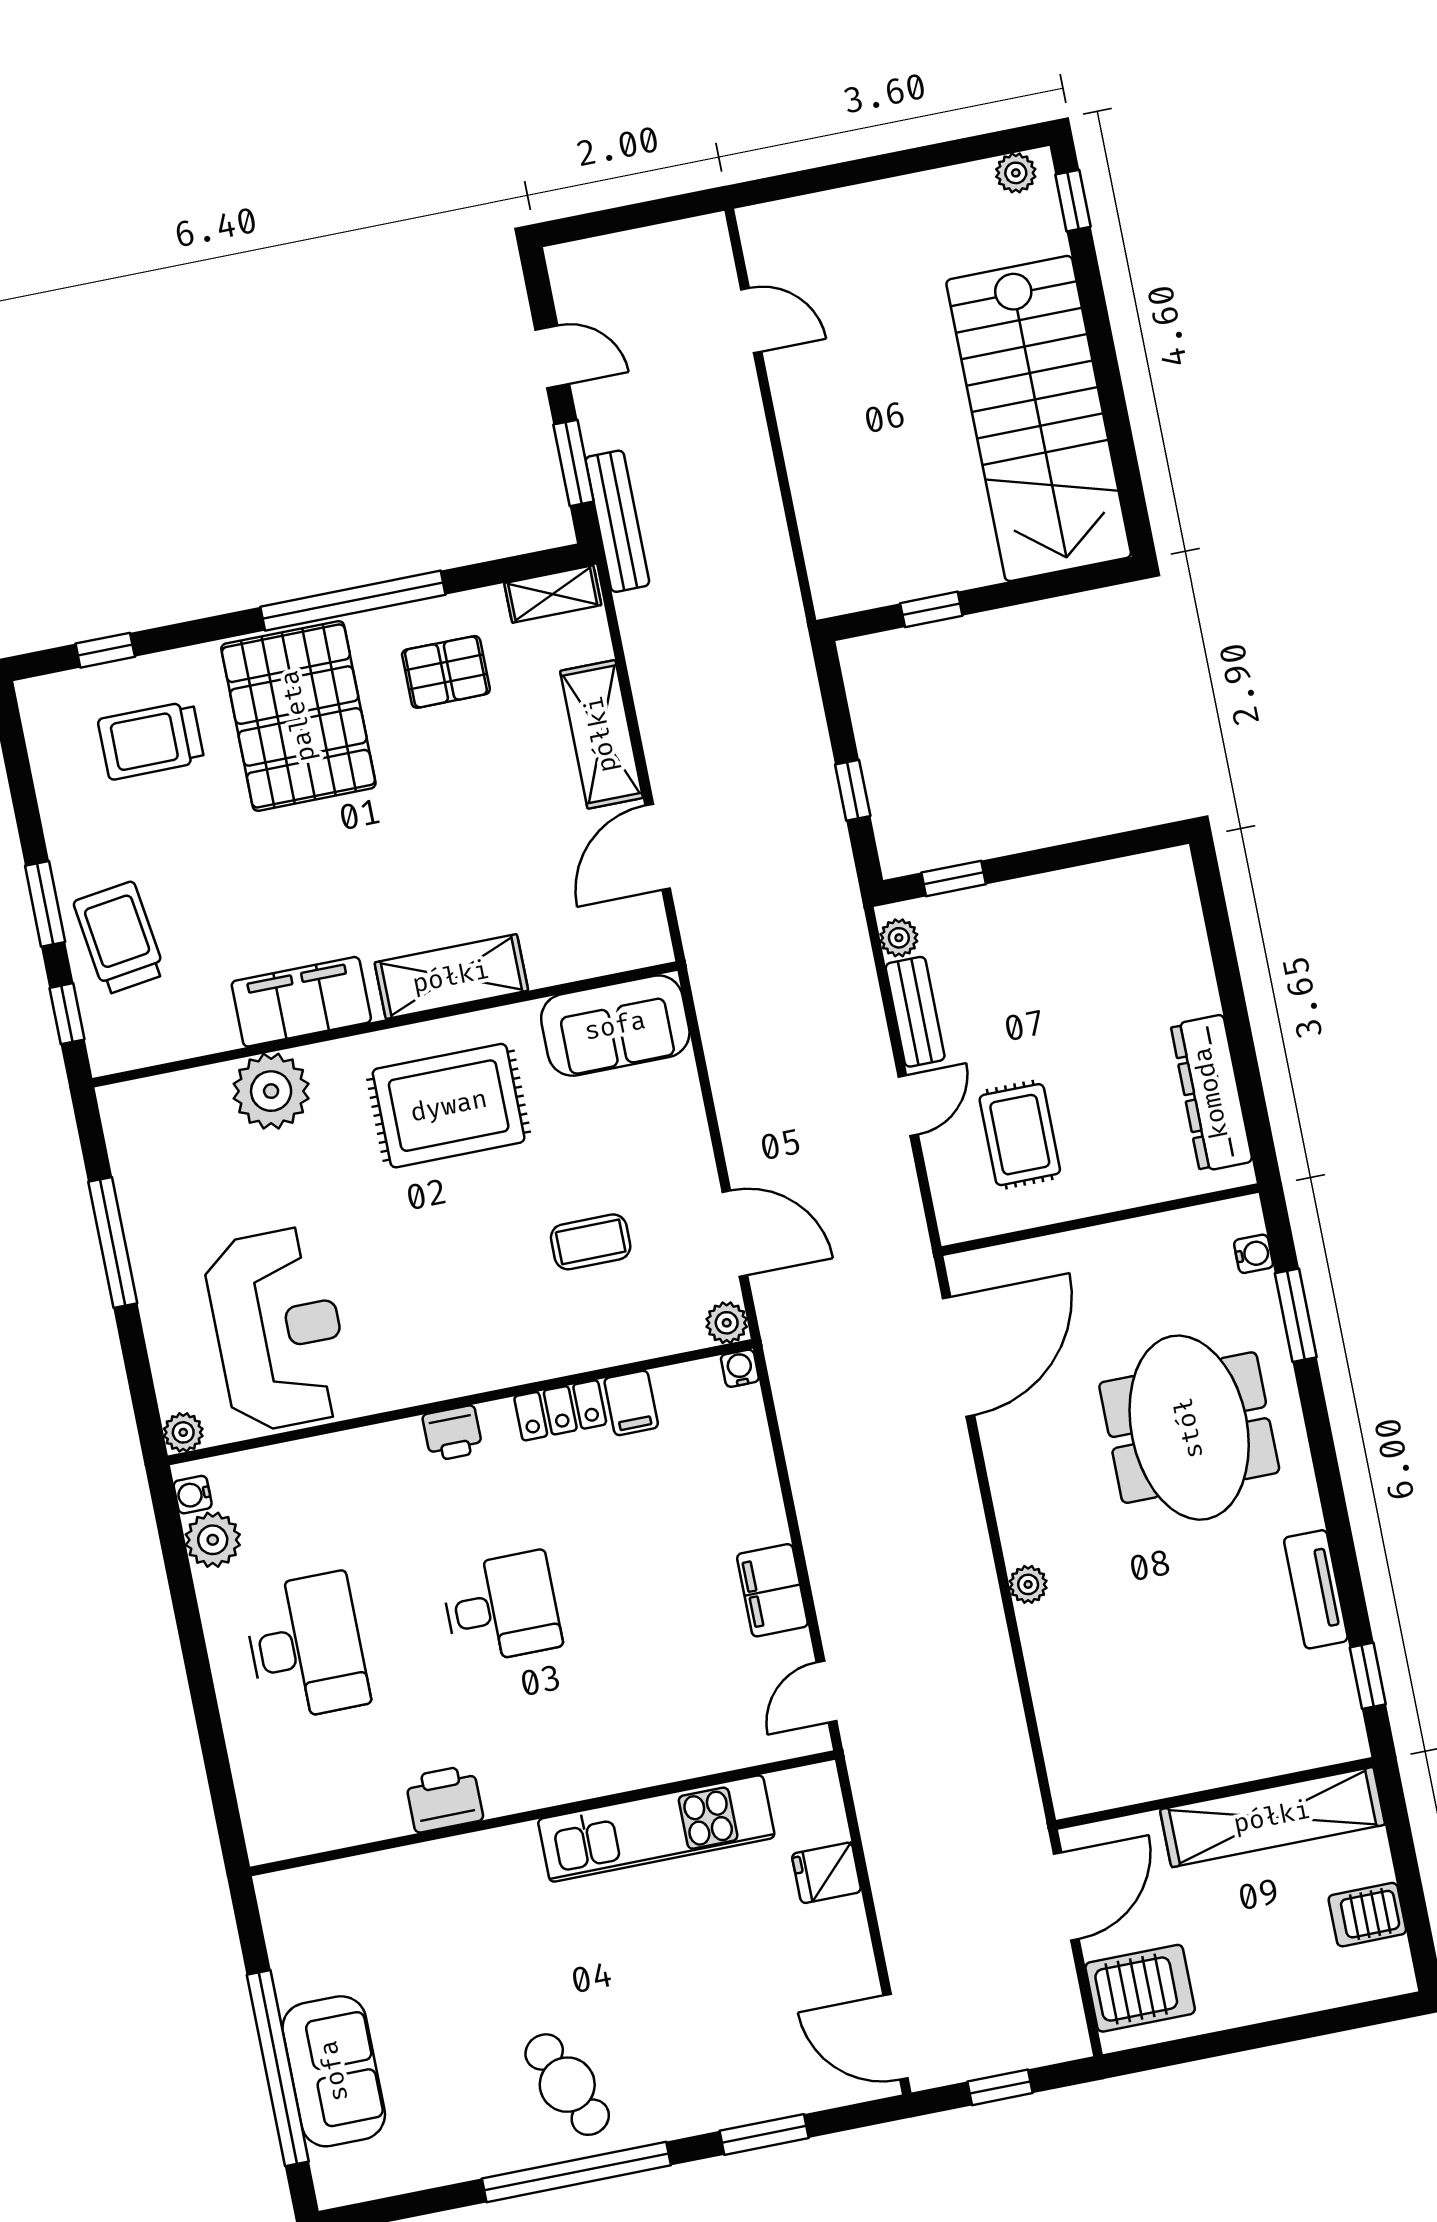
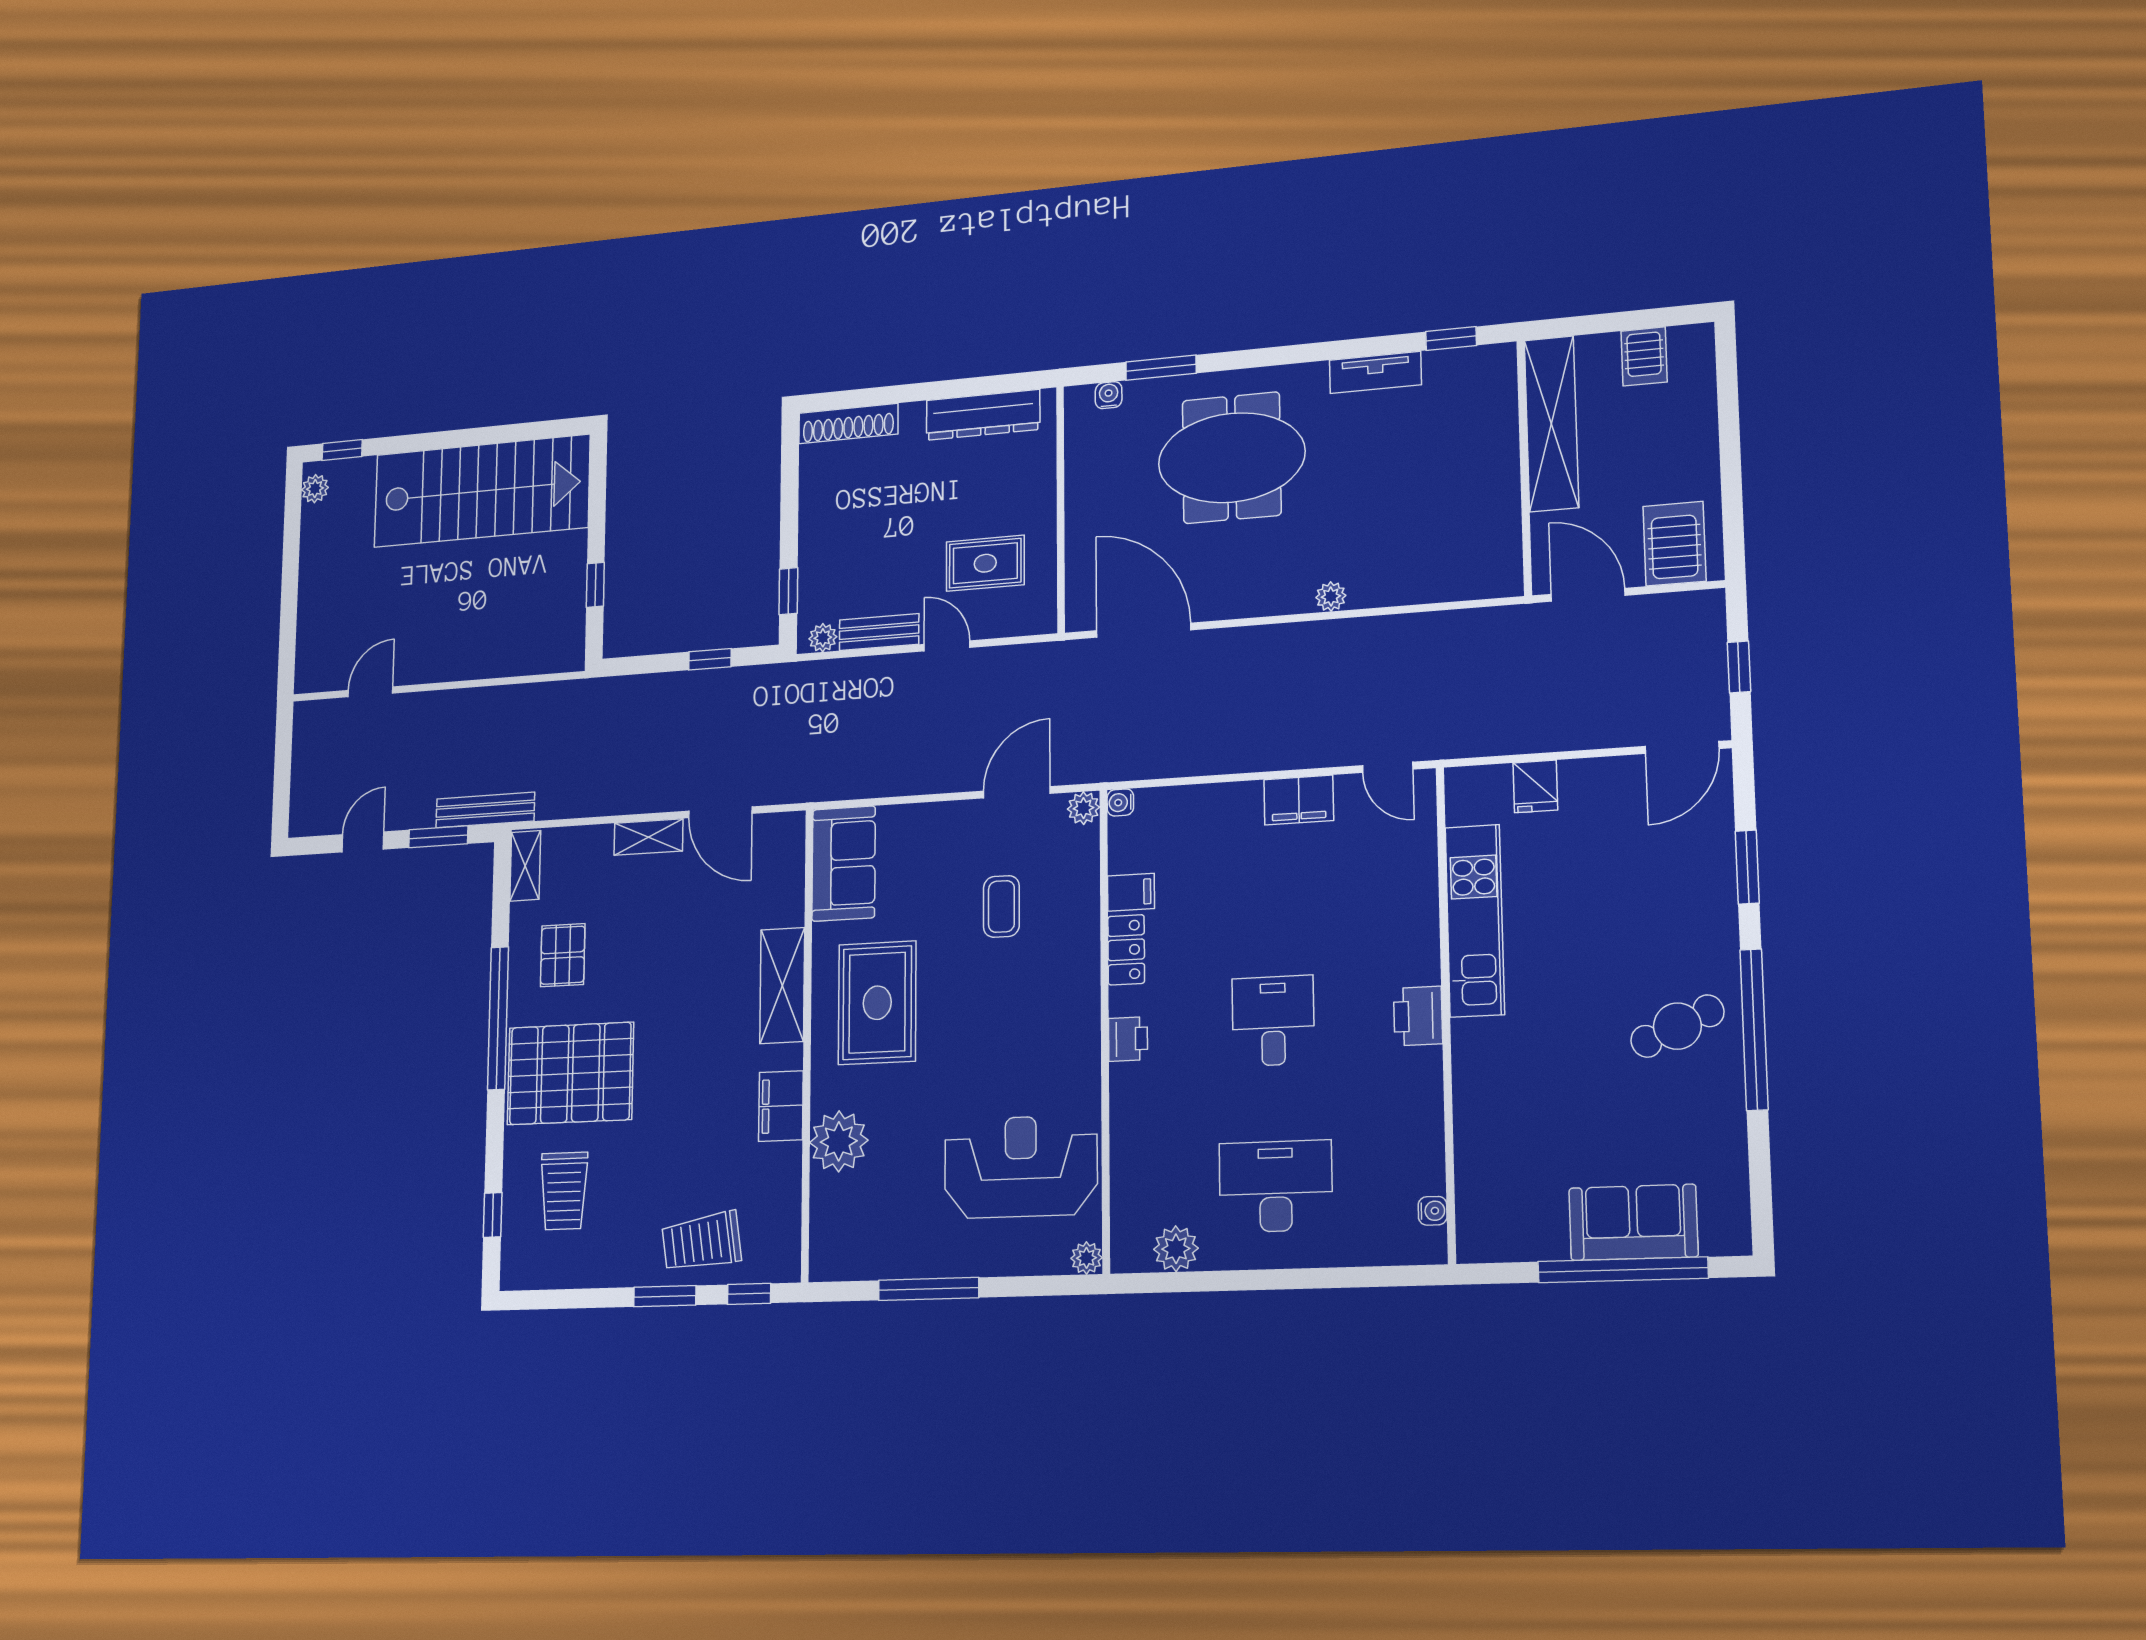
shelving: (601, 734) -> (648, 837), width x0.67, depth x0.75
shoe rack: (1182, 914) -> (848, 424), added
filing cabinet: (301, 1002) -> (781, 1106), width x0.67, depth x0.86
water cooler: (193, 1495) -> (1433, 1211), moved, turned -90
printer: (444, 1799) -> (1418, 1016), moved

